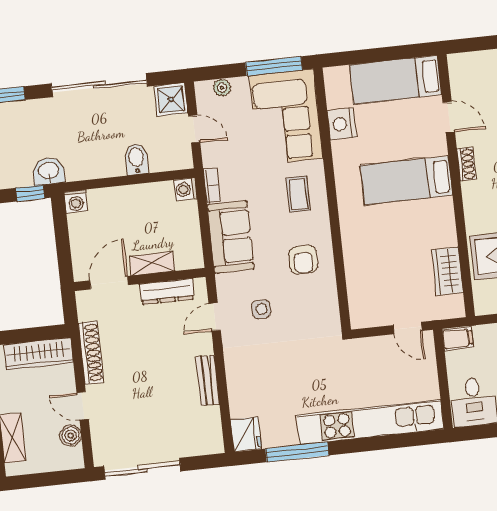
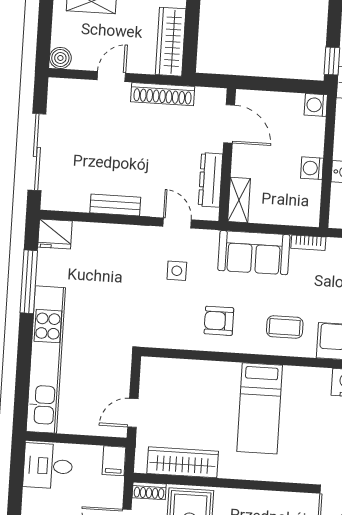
shoe rack: (466, 164) -> (149, 491), moved
bed: (407, 180) -> (260, 408), moved, turned 180
washing machine: (185, 189) -> (312, 168), moved, turned -90
shelving: (152, 264) -> (239, 200), moved
wardrobe: (447, 271) -> (183, 462), width x1.50
boiler: (71, 436) -> (60, 58), moved
sliding door: (142, 469) -> (37, 152), moved

